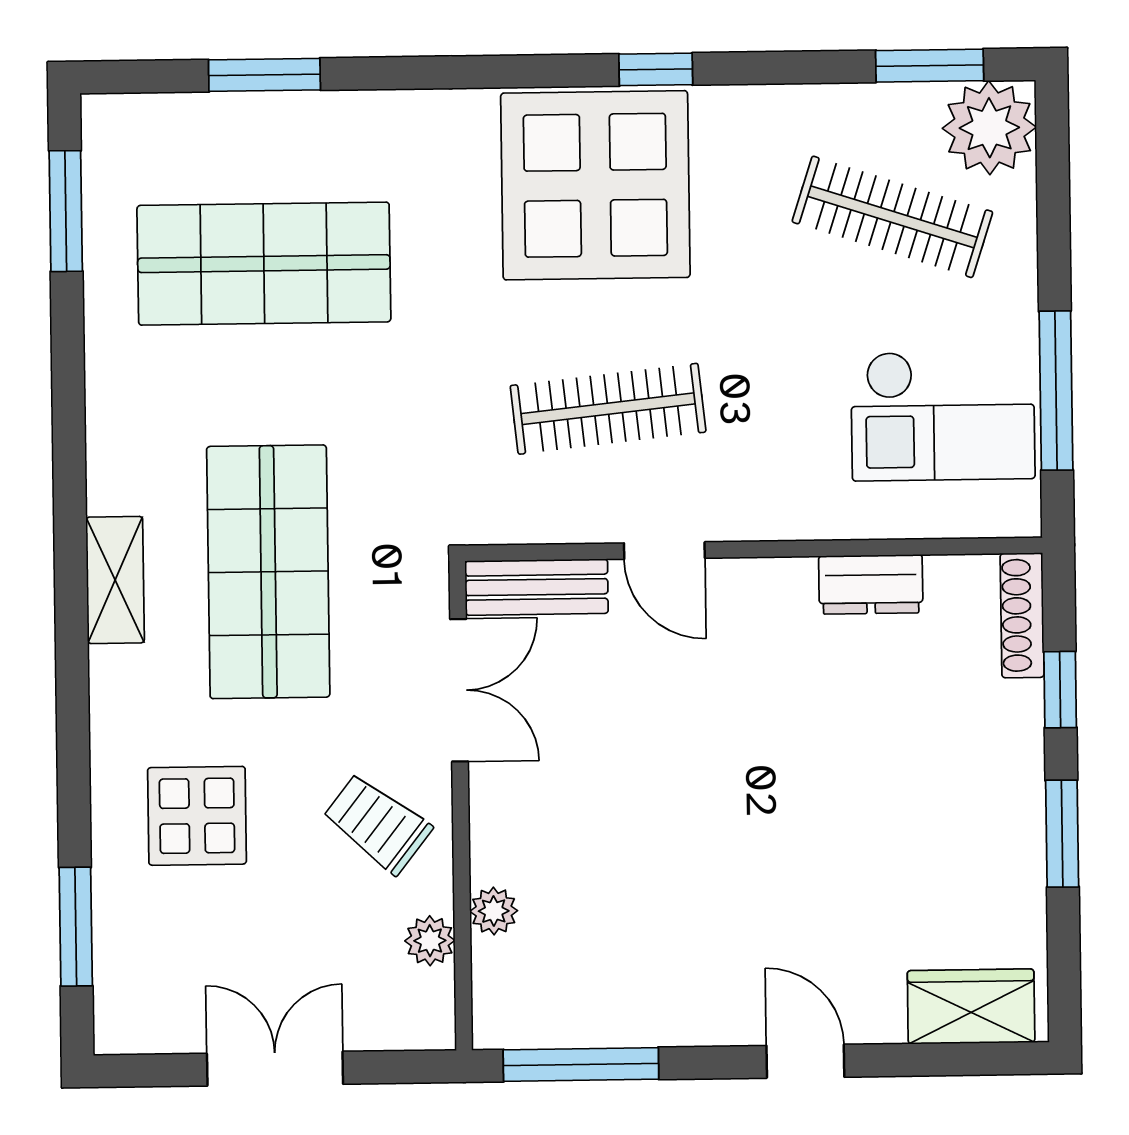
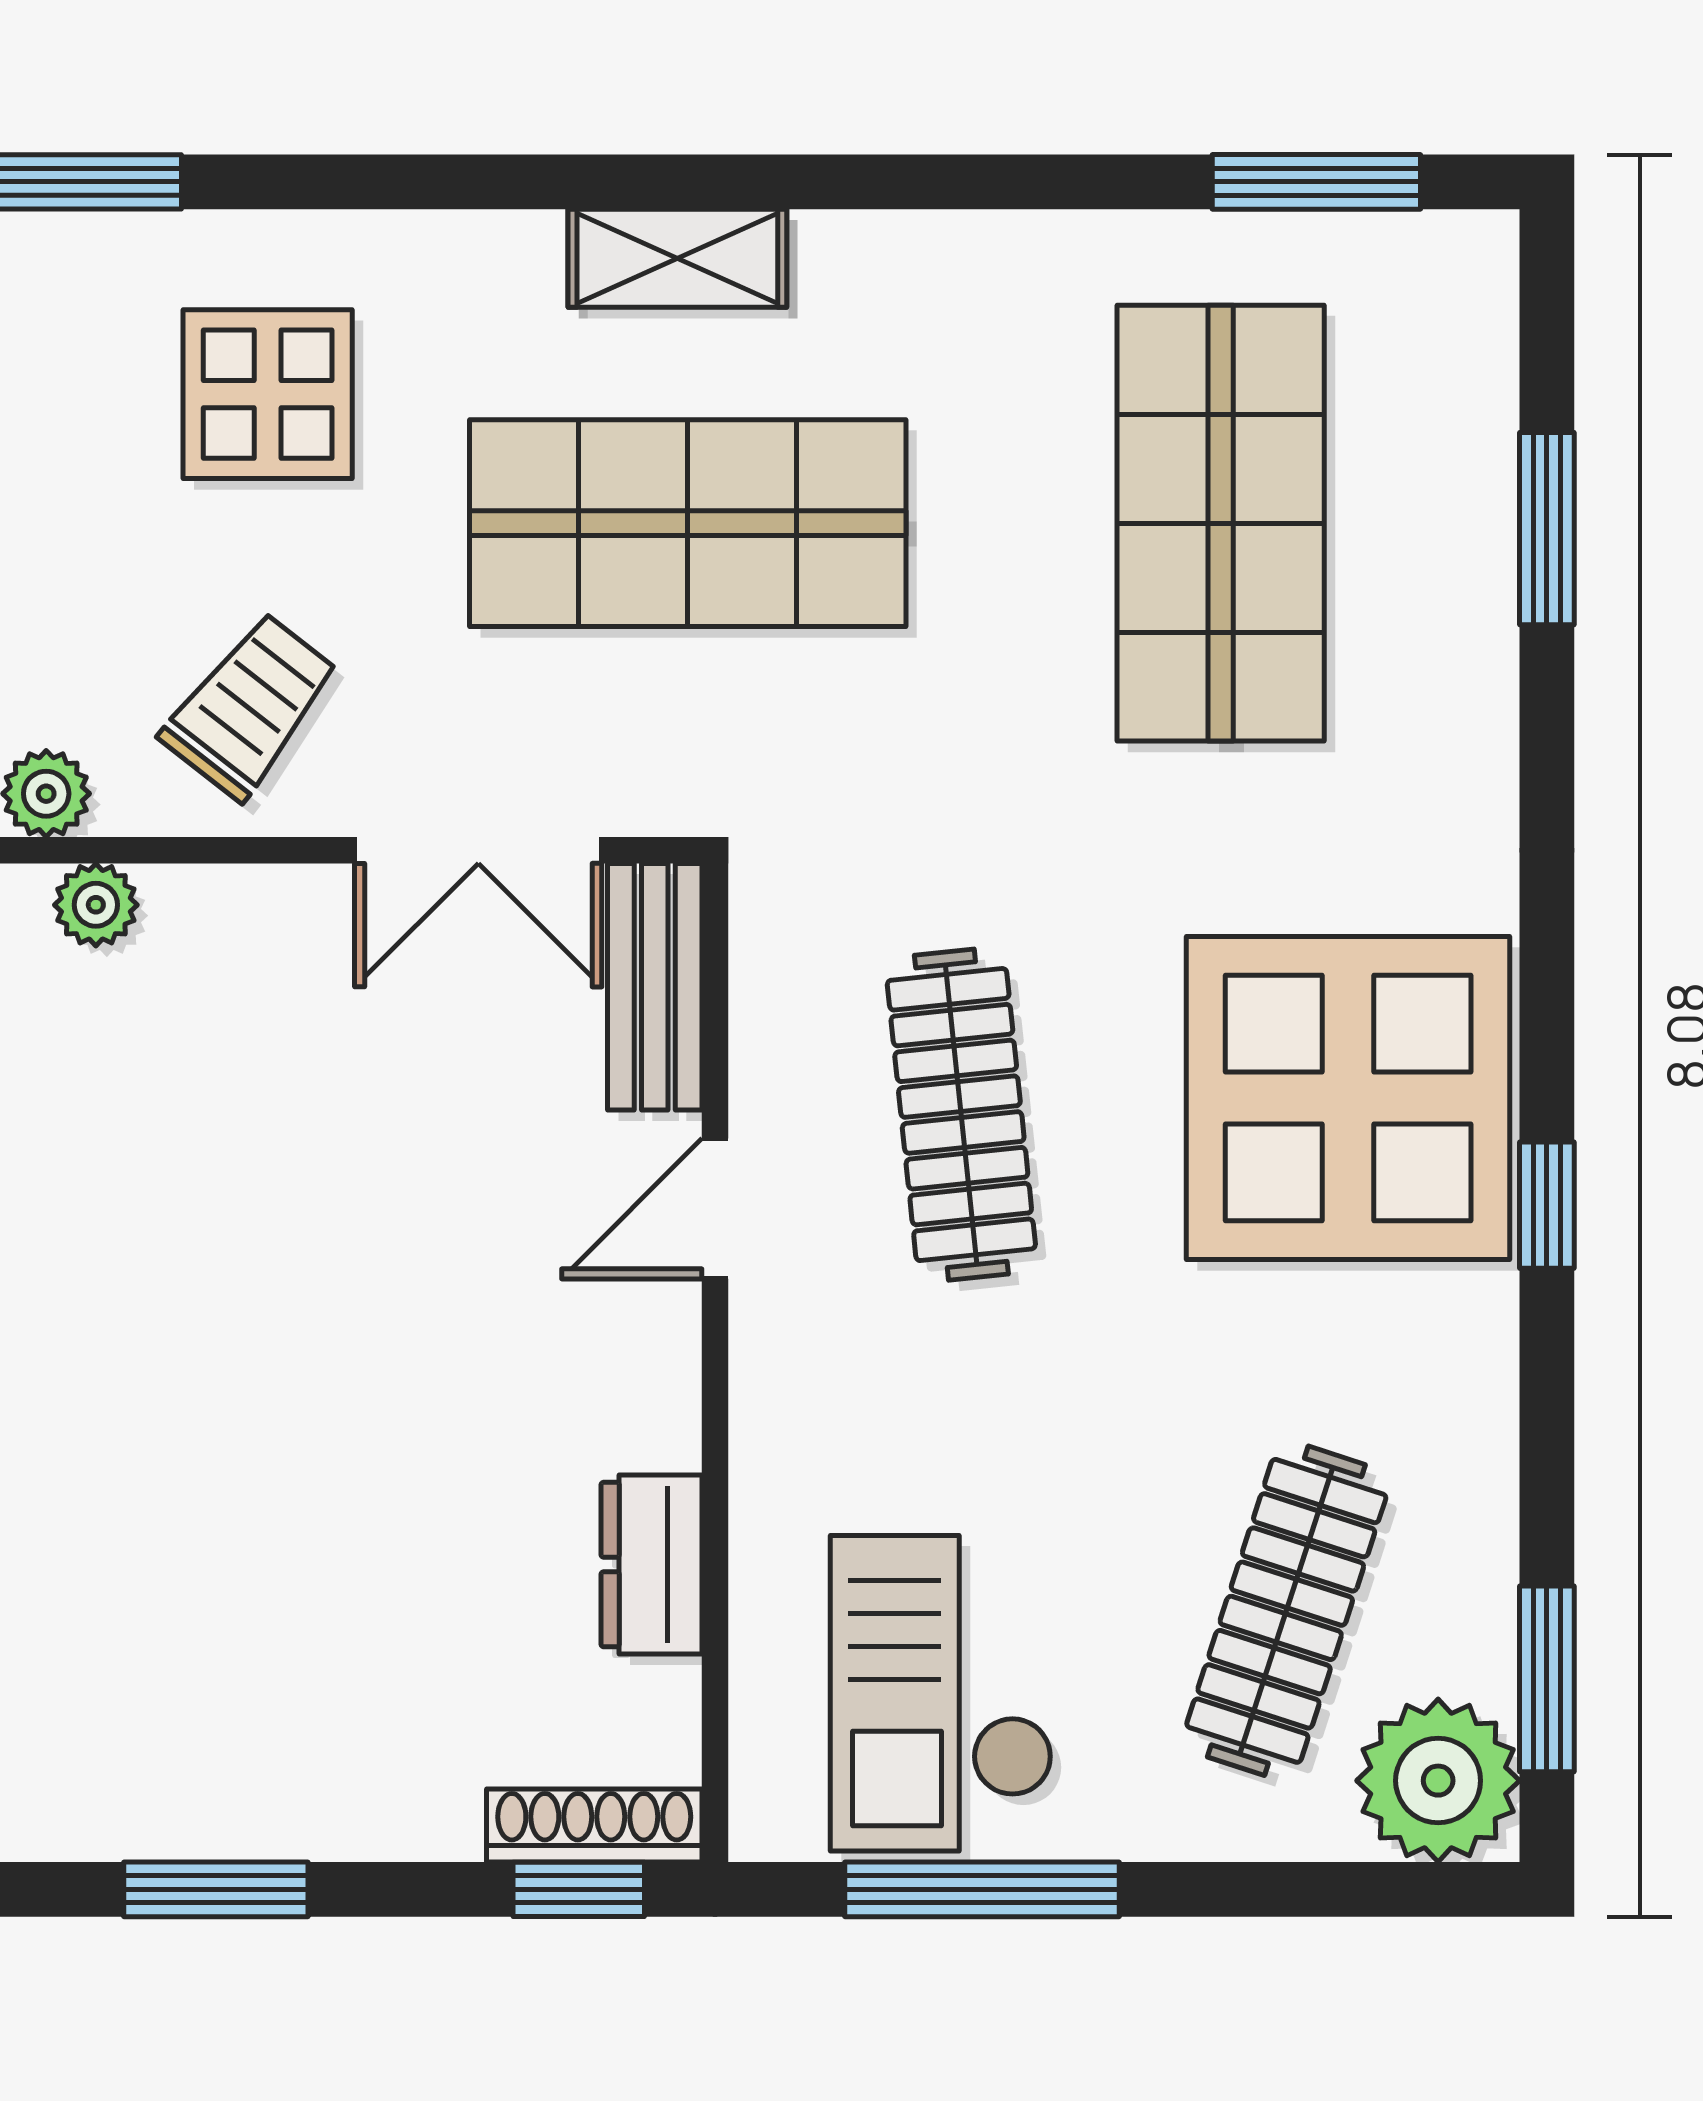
window: (1060, 690) -> (579, 1889), moved

